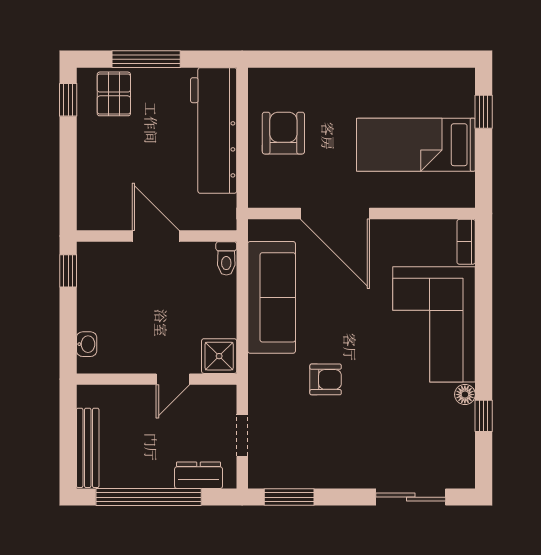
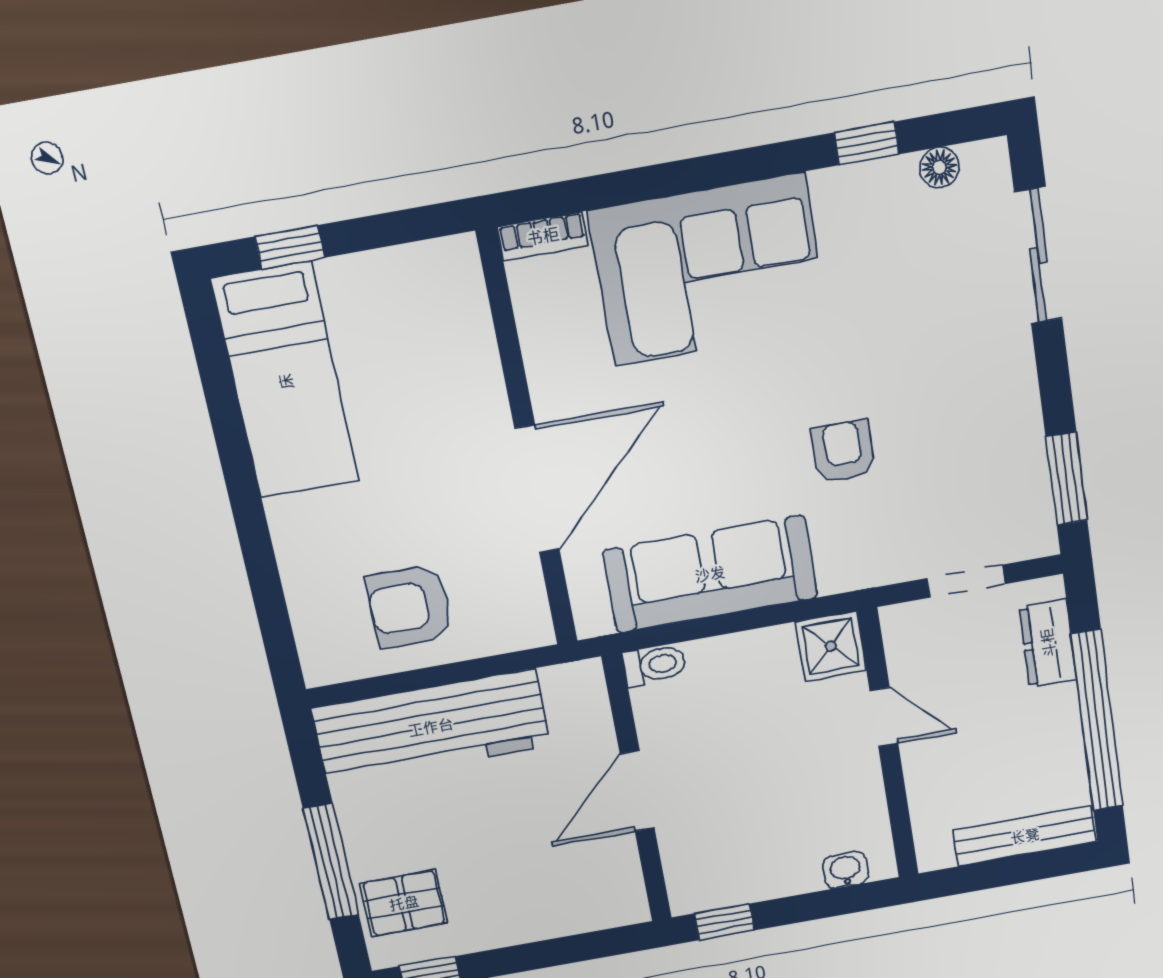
bed: (416, 145) -> (286, 381), moved
floor lamp: (465, 395) -> (939, 167), moved

